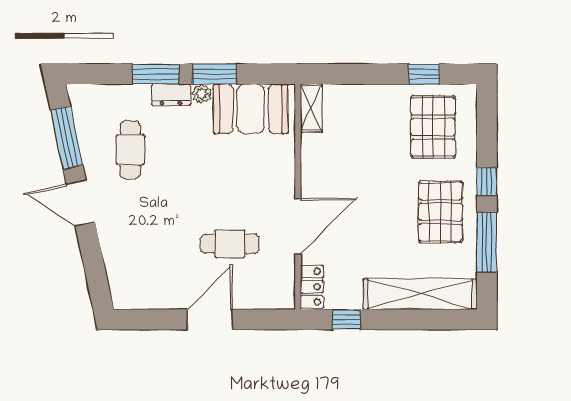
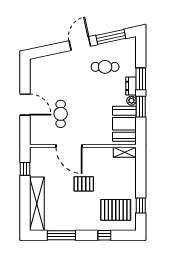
window: (487, 182) -> (104, 235), moved
pallet: (441, 212) -> (84, 184), moved, width x0.67, depth x0.71
locker: (312, 287) -> (40, 153), removed

